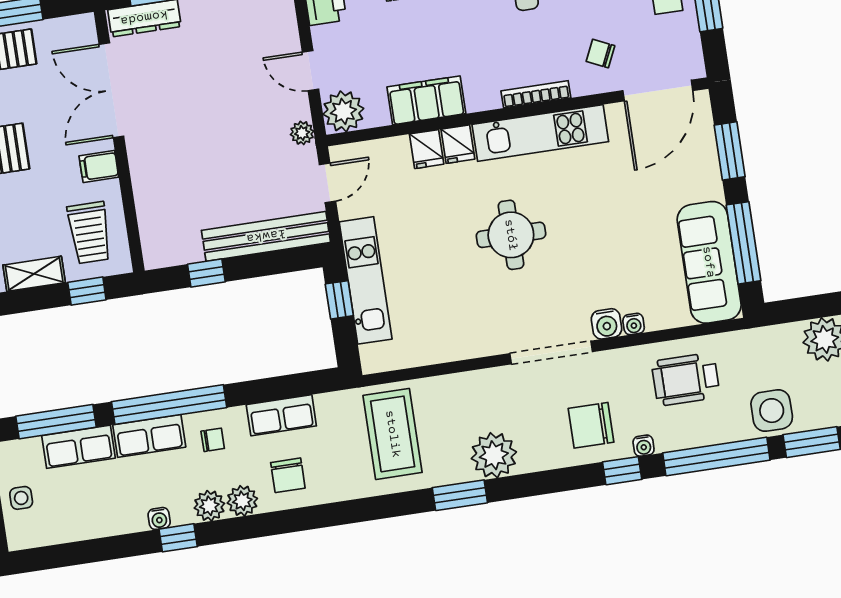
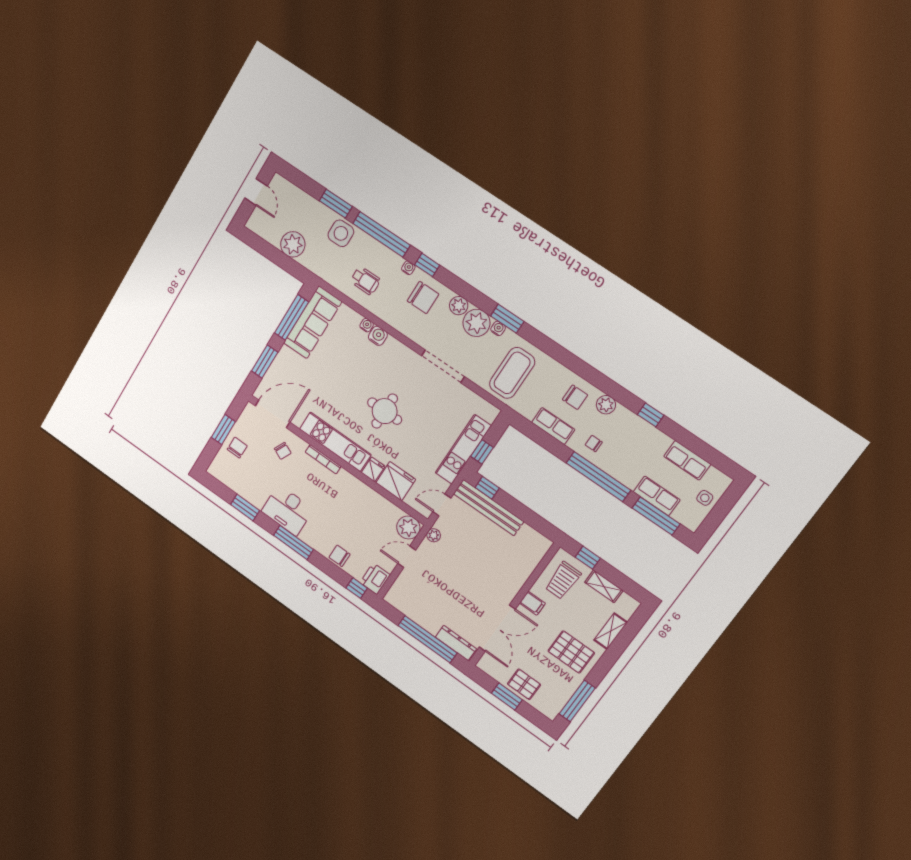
door: (310, 71) -> (407, 557), swing flipped
filing cabinet: (426, 100) -> (370, 499), removed
fridge: (427, 149) -> (396, 481), width x1.88, depth x1.34
trolley: (89, 233) -> (563, 581), turned 180
window: (206, 273) -> (487, 488), moved
doorway: (551, 353) -> (443, 366), moved
wheelchair: (686, 379) -> (365, 281), width x0.73, depth x0.73
row of seats: (149, 436) -> (687, 460), moved, turned 180
chair: (288, 475) -> (575, 397), turned 90
plant: (209, 506) -> (459, 306), moved
water cooler: (159, 518) -> (498, 328), moved

